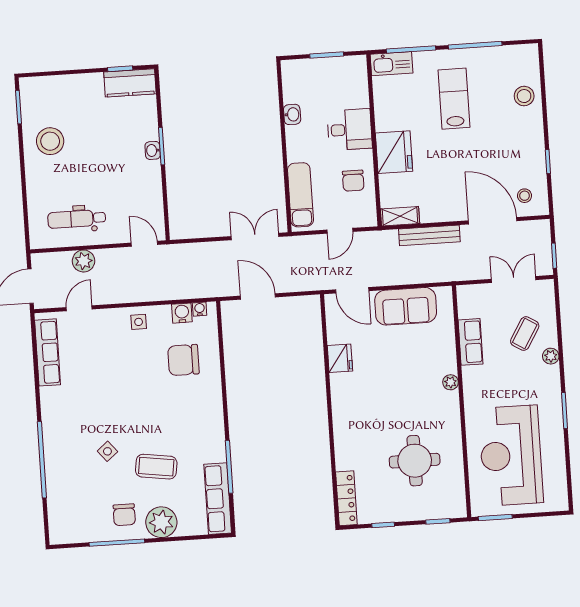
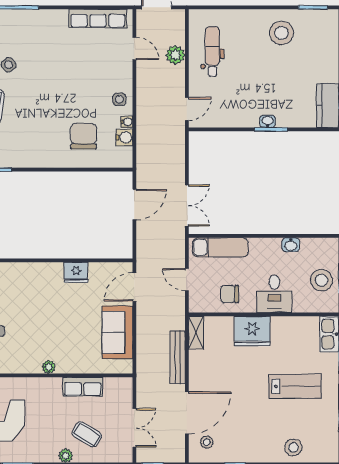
stool: (330, 77) -> (321, 280), added
water cooler: (200, 309) -> (127, 122), moved

